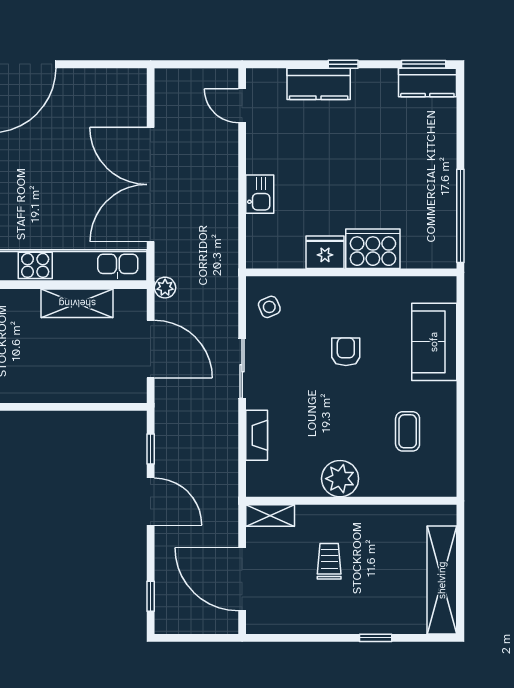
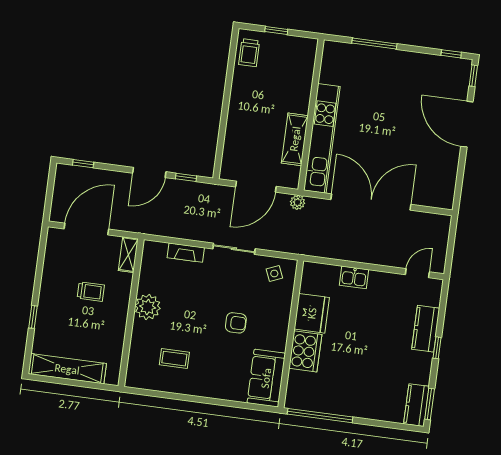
fridge: (325, 252) -> (312, 313), width x1.36, depth x1.34
sofa: (434, 342) -> (266, 378), moved, turned -90

